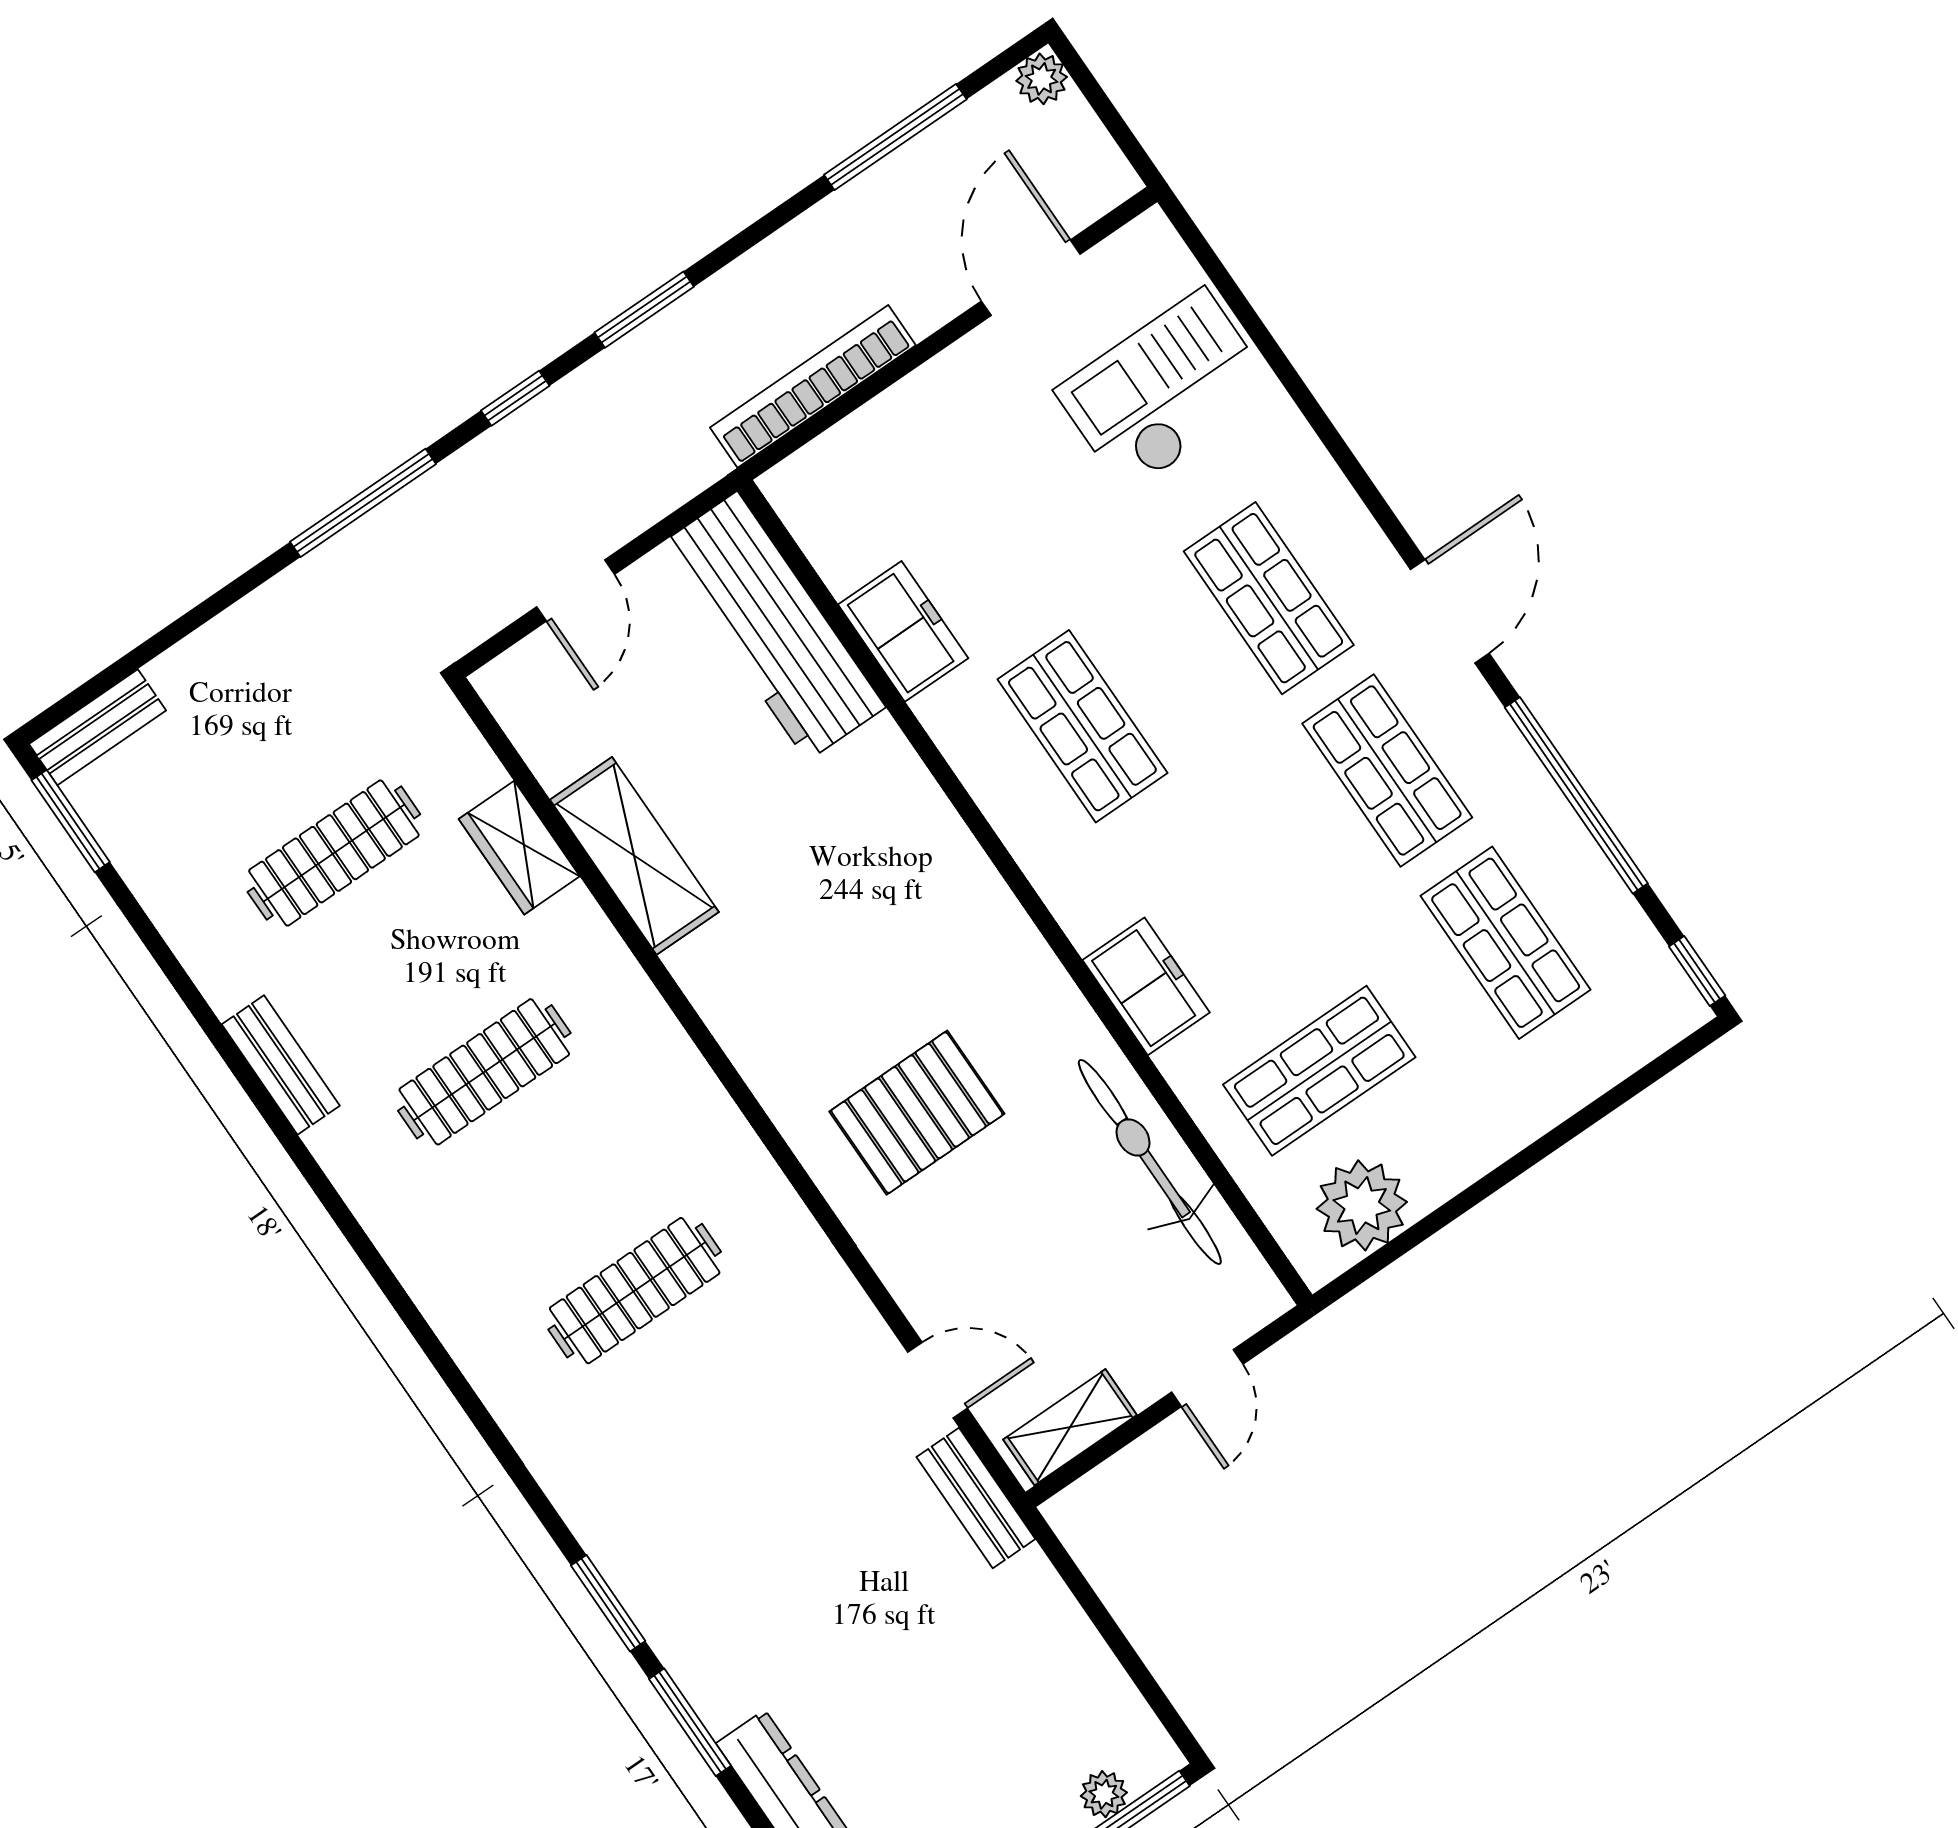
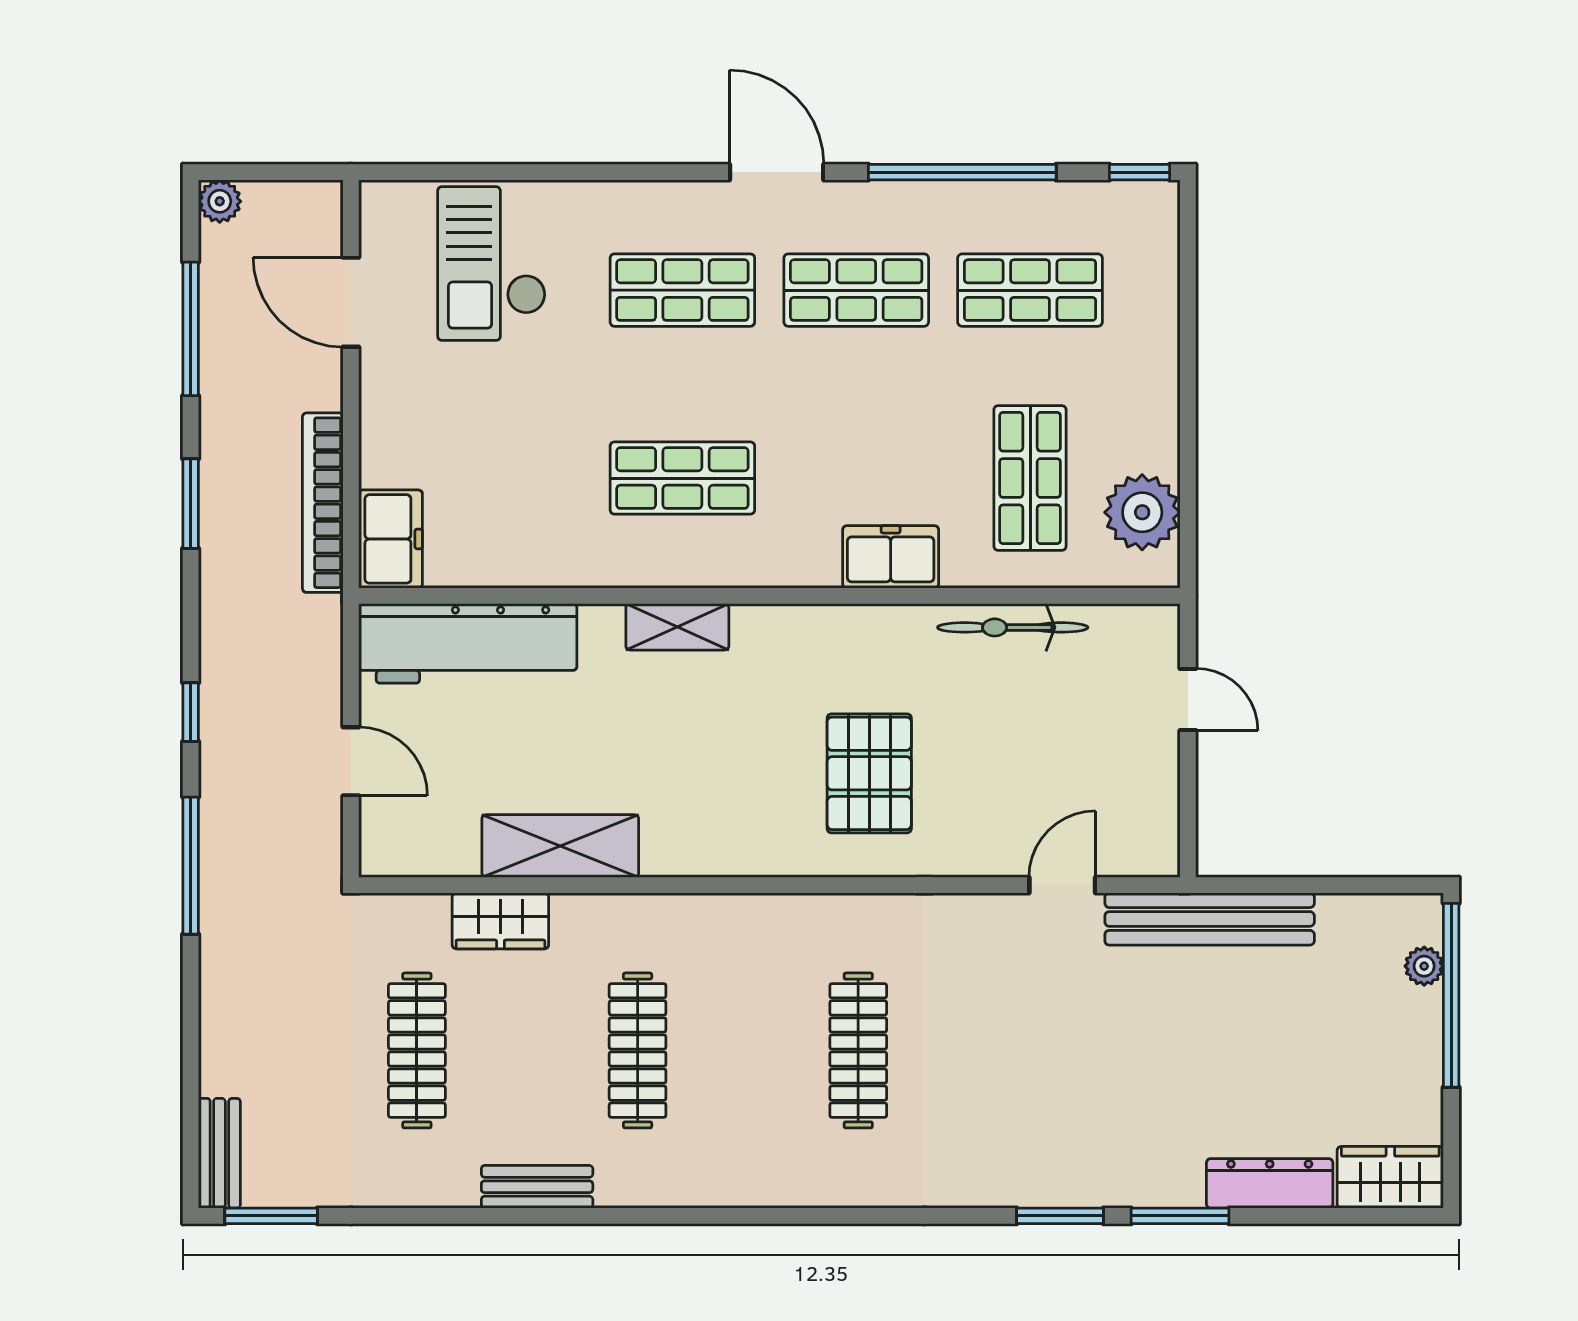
window: (644, 310) -> (191, 504), moved
freezer: (903, 631) -> (391, 539), moved, turned 90
bicycle: (1150, 1162) -> (1013, 627), width x0.73, depth x0.71
shelving: (1070, 1427) -> (677, 627), moved, turned 90
bench: (976, 1498) -> (1210, 919), width x1.86, depth x1.21

